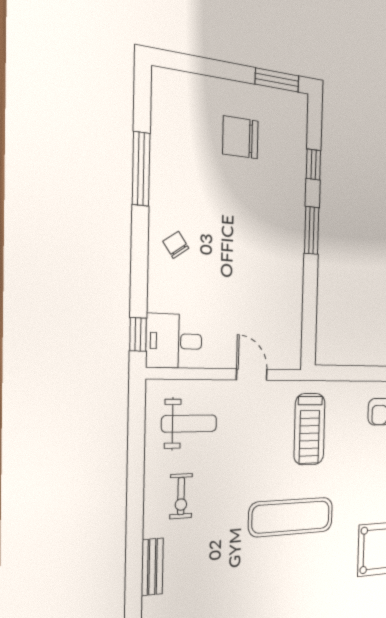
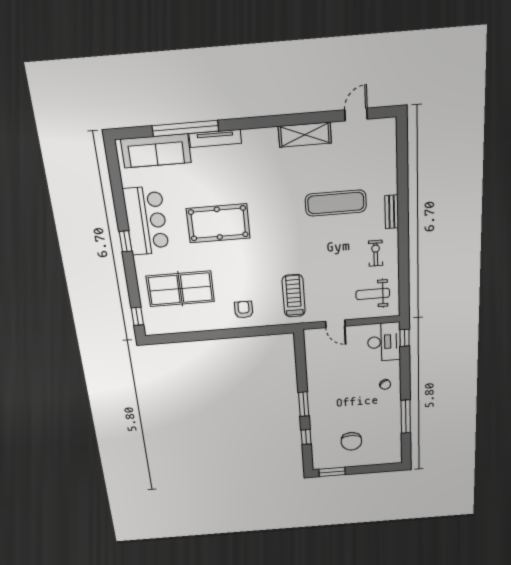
chair: (240, 137) -> (351, 441), turned 90
desk: (174, 341) -> (384, 342), width x1.37
exercise mat: (291, 517) -> (336, 203), moved

